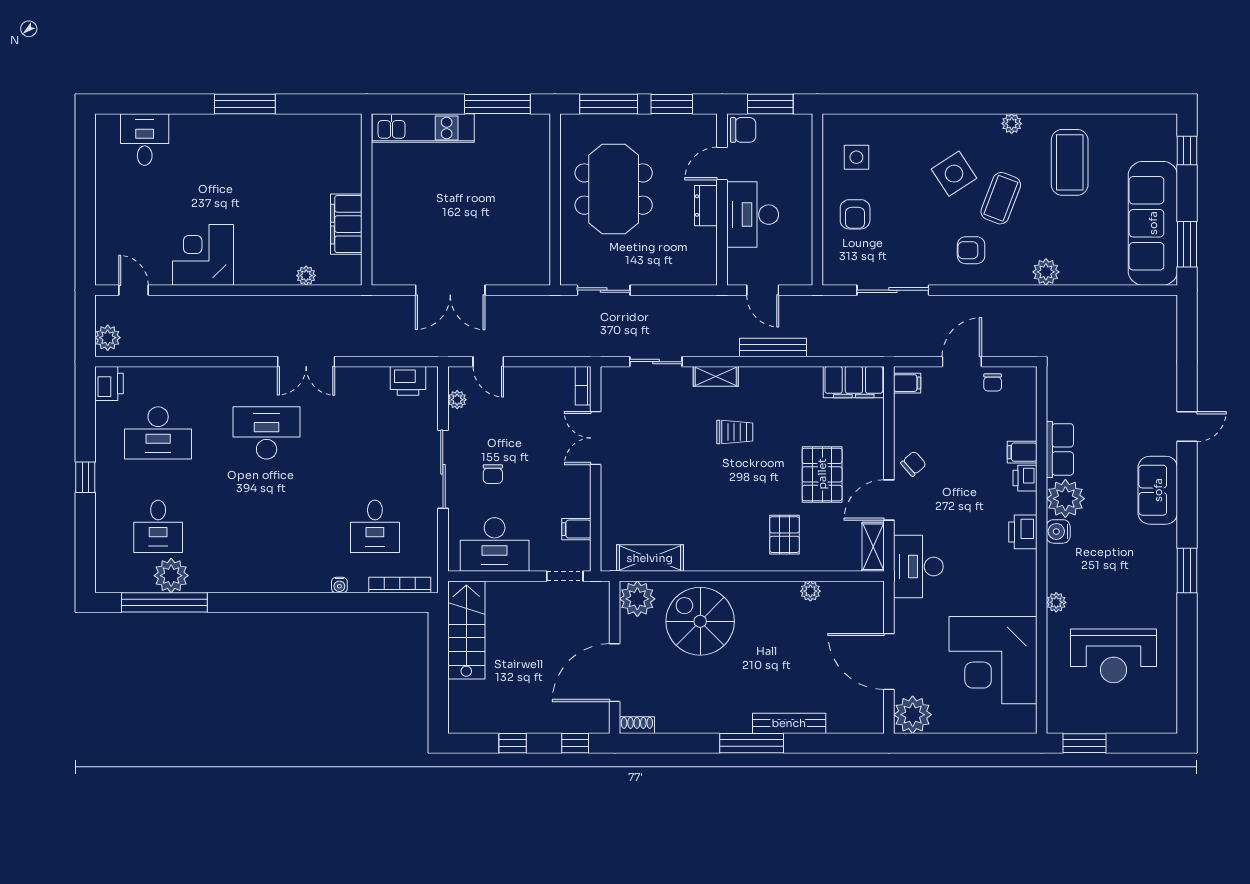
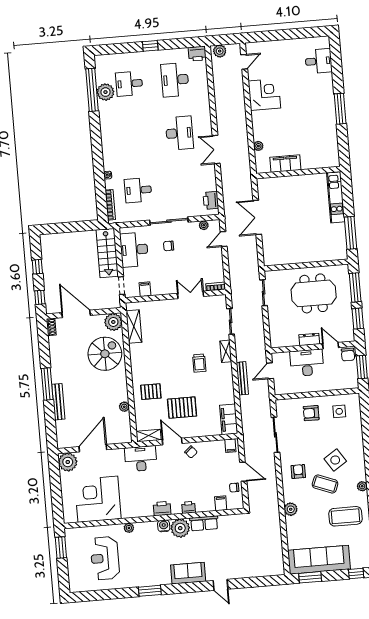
filing cabinet: (1022, 452) -> (221, 503), moved
stairs: (466, 630) -> (107, 253), moved, turned 90

